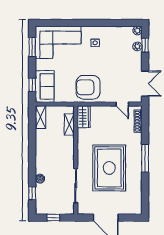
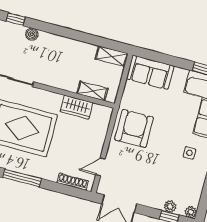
window: (32, 85) -> (157, 57), removed
wardrobe: (84, 117) -> (77, 107), moved

